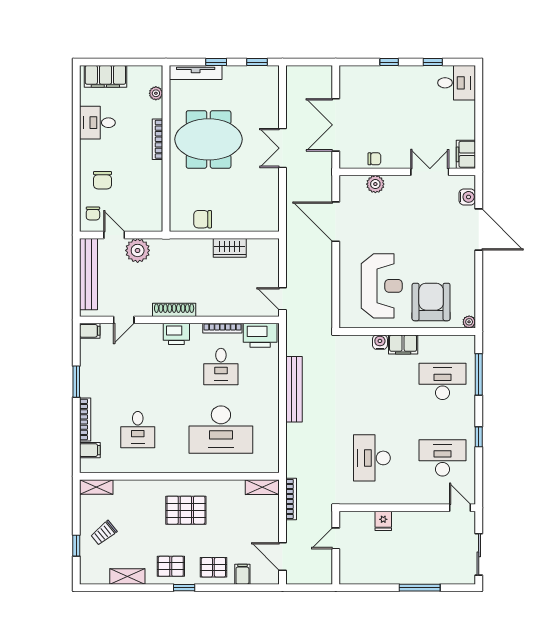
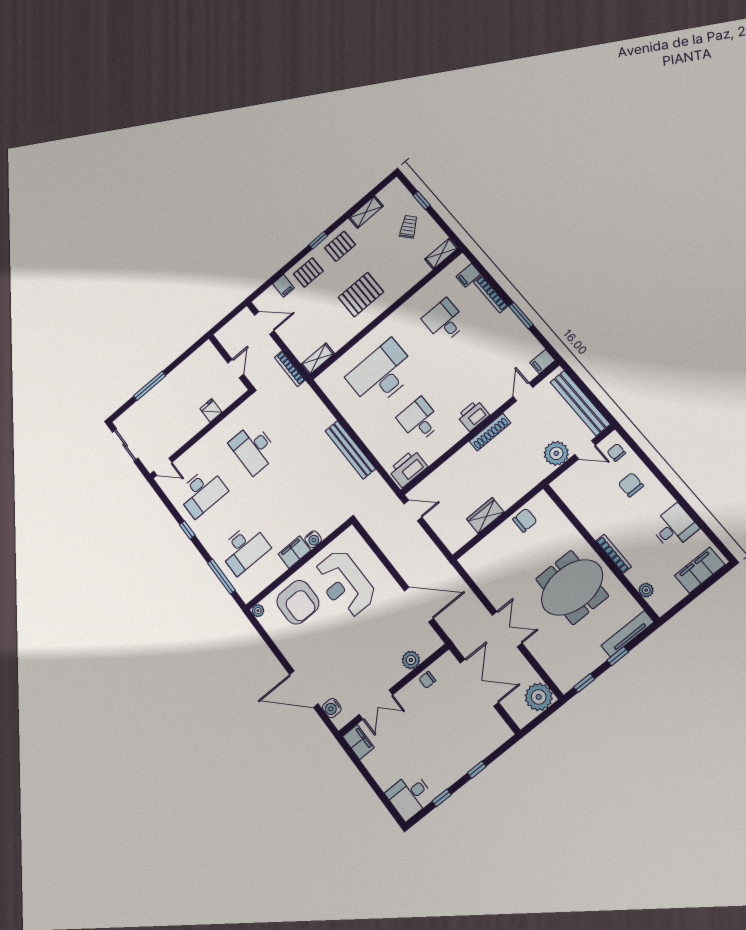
plant: (299, 79) -> (539, 697), added
bookcase: (222, 328) -> (441, 450), removed
desk: (372, 458) -> (254, 448), turned 180

